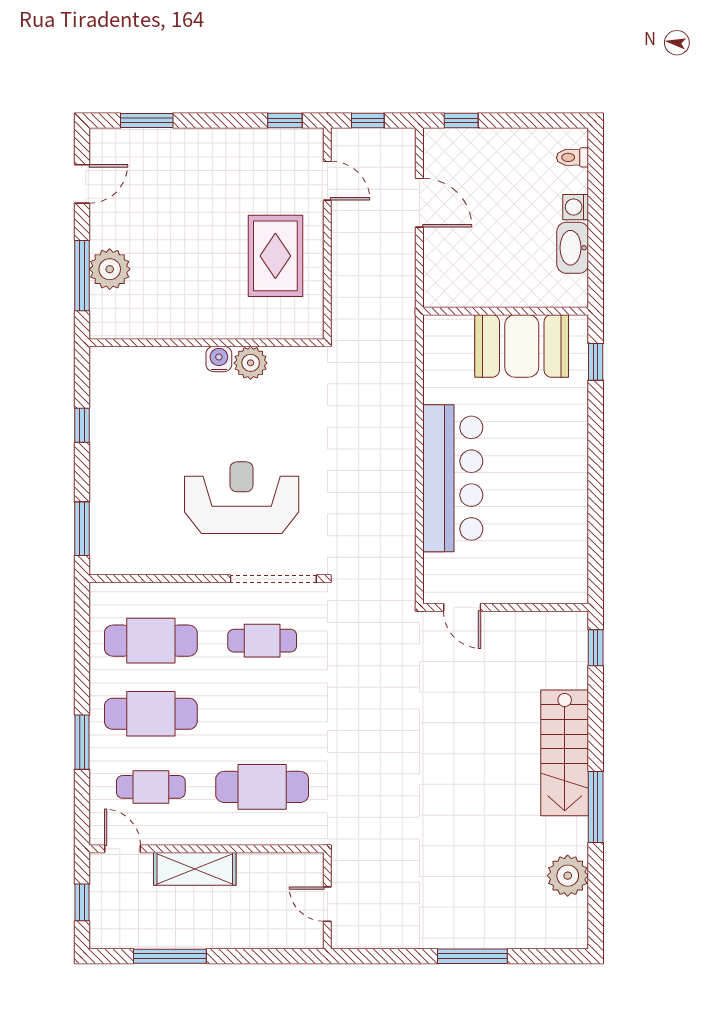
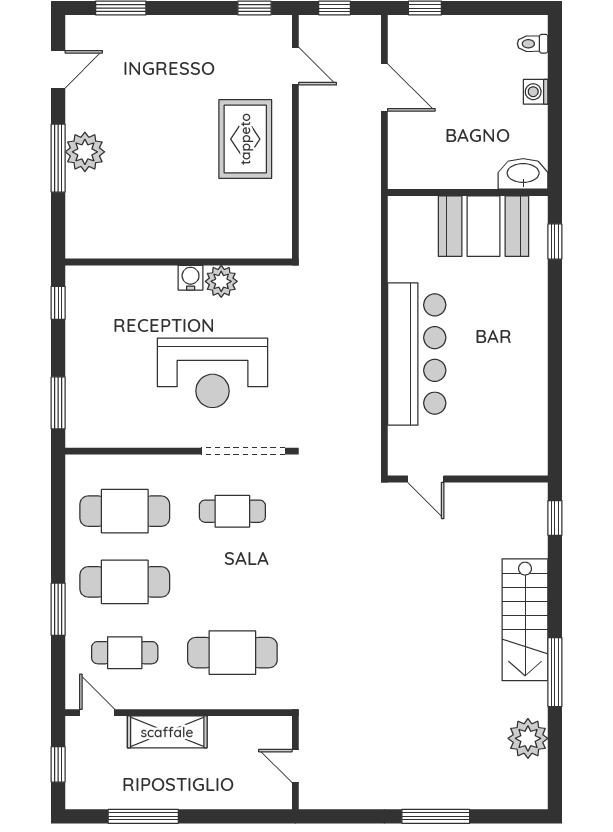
washbasin: (573, 248) -> (523, 174), moved, turned 90
wall: (206, 343) -> (179, 262), moved
water cooler: (219, 359) -> (191, 278), moved
plant: (251, 363) -> (221, 281), moved
reception desk: (242, 498) -> (212, 373), turned 180

